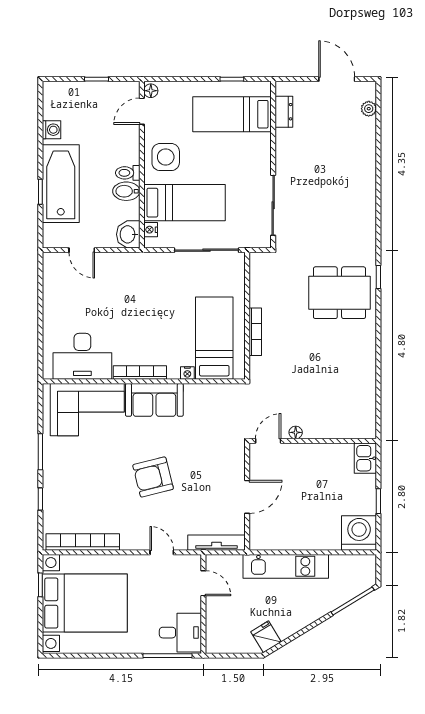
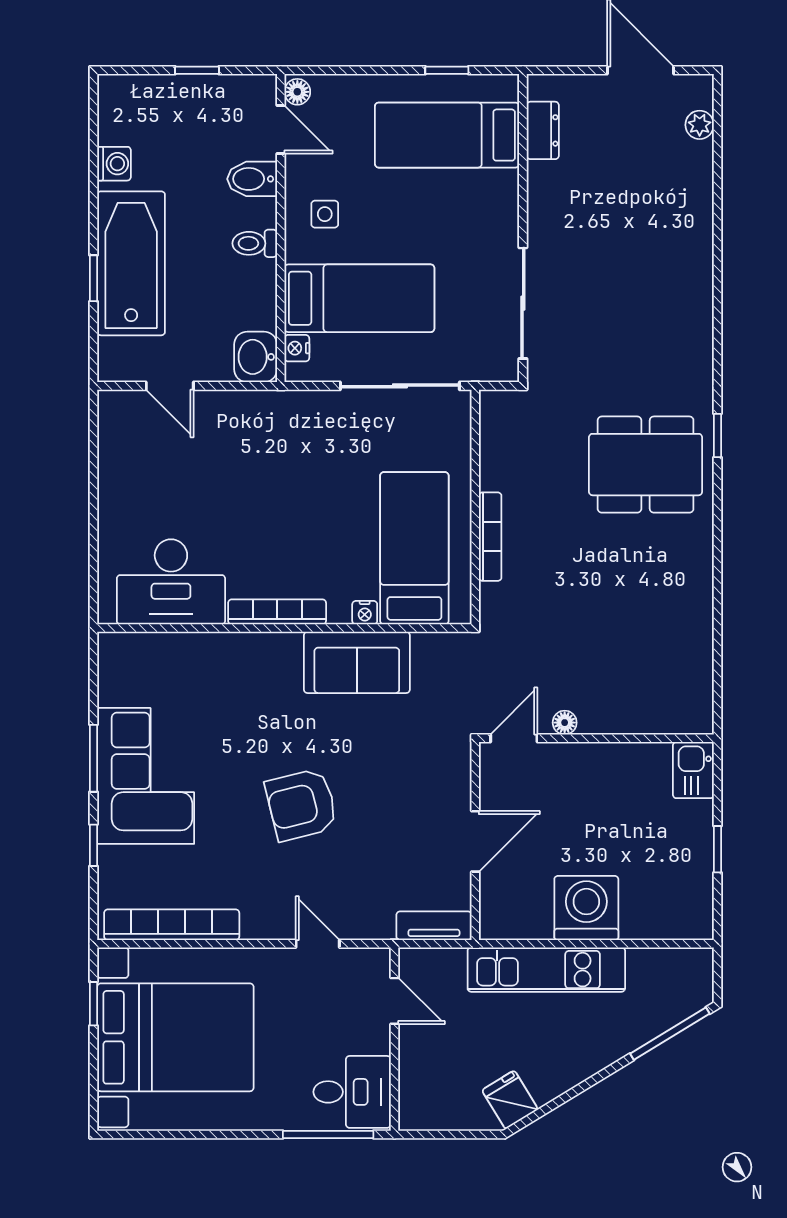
door: (142, 111) -> (281, 130), swing flipped
side table: (166, 157) -> (325, 214), width x0.54, depth x0.54
bidet: (126, 191) -> (252, 179), moved
sofa: (154, 400) -> (357, 662), moved
corner sofa: (87, 410) -> (146, 776), moved, turned -90
washing machine: (359, 533) -> (586, 908), moved
tv unit: (217, 543) -> (434, 926), width x0.71

